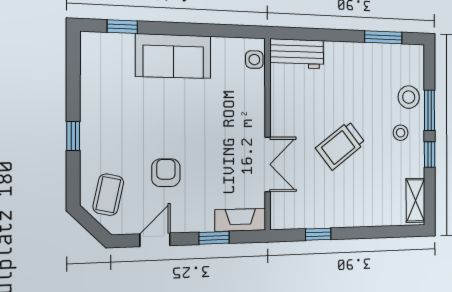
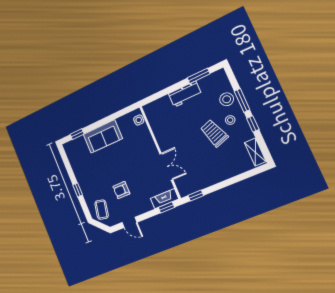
workbench: (297, 54) -> (185, 94), moved
trolley: (341, 146) -> (214, 133), moved, turned 109
armchair: (166, 173) -> (121, 190), turned -90
window: (318, 234) -> (196, 196), moved
window: (214, 238) -> (166, 207), moved
door: (155, 240) -> (129, 222), swing flipped

